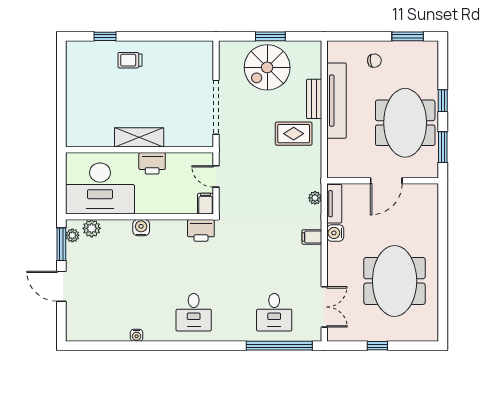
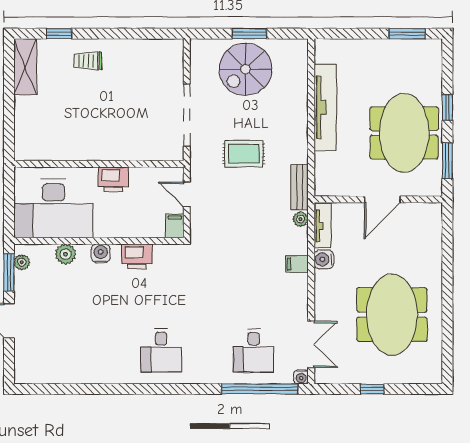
chair: (374, 61) -> (369, 61), removed
bench: (314, 99) -> (299, 187), moved
rug: (294, 134) -> (244, 154), moved
shelving: (139, 137) -> (25, 67), moved, turned 90
plant: (92, 228) -> (66, 254), moved
printer: (201, 230) -> (137, 256), moved
water cooler: (137, 335) -> (301, 377), moved

